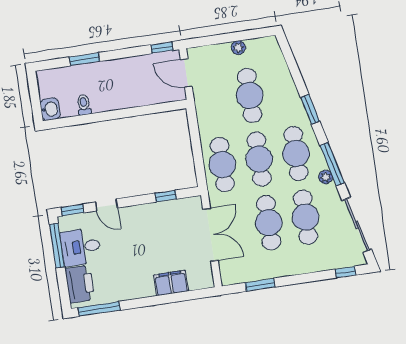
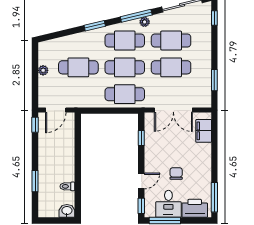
double door: (210, 235) -> (173, 110), swing flipped
chair: (124, 251) -> (176, 173), added
filing cabinet: (171, 283) -> (204, 131), moved

